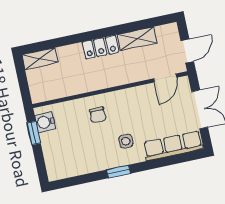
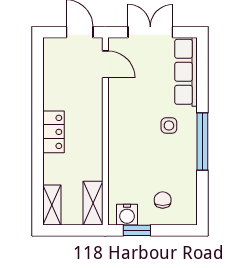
shelving: (137, 39) -> (93, 203), moved
chair: (98, 115) -> (163, 200), moved, turned -90
window: (118, 172) -> (202, 142), width x2.17

